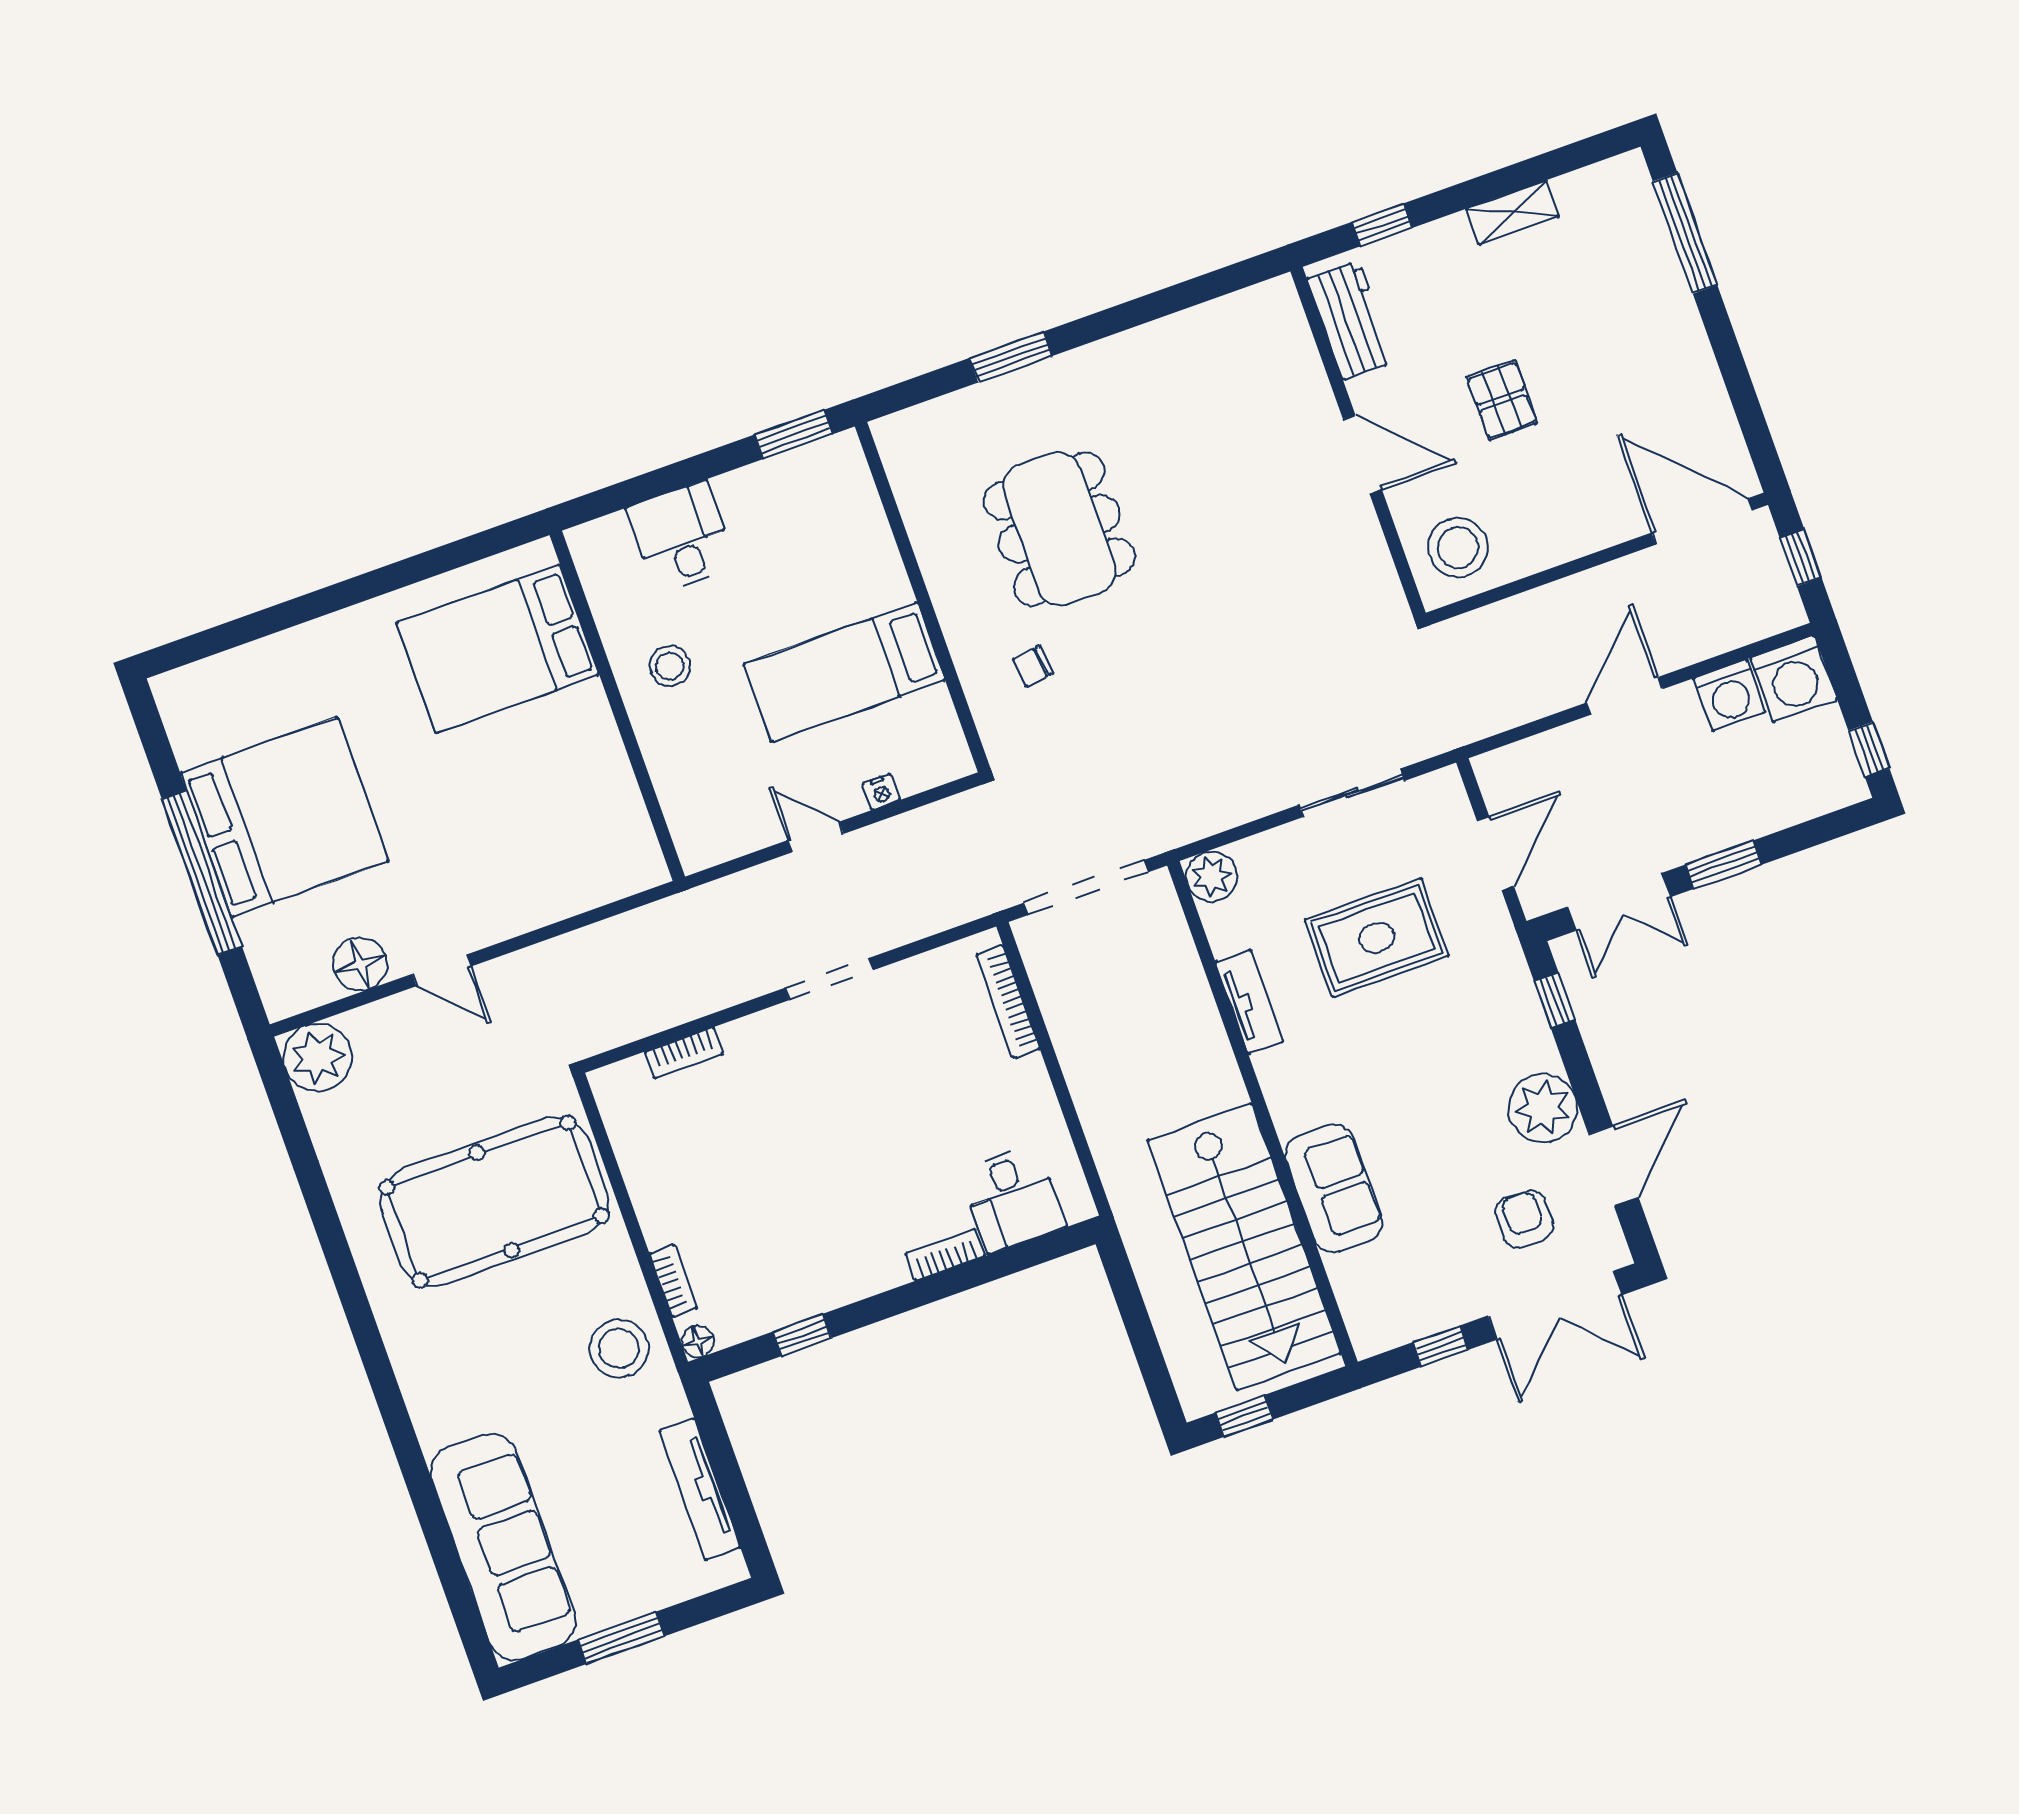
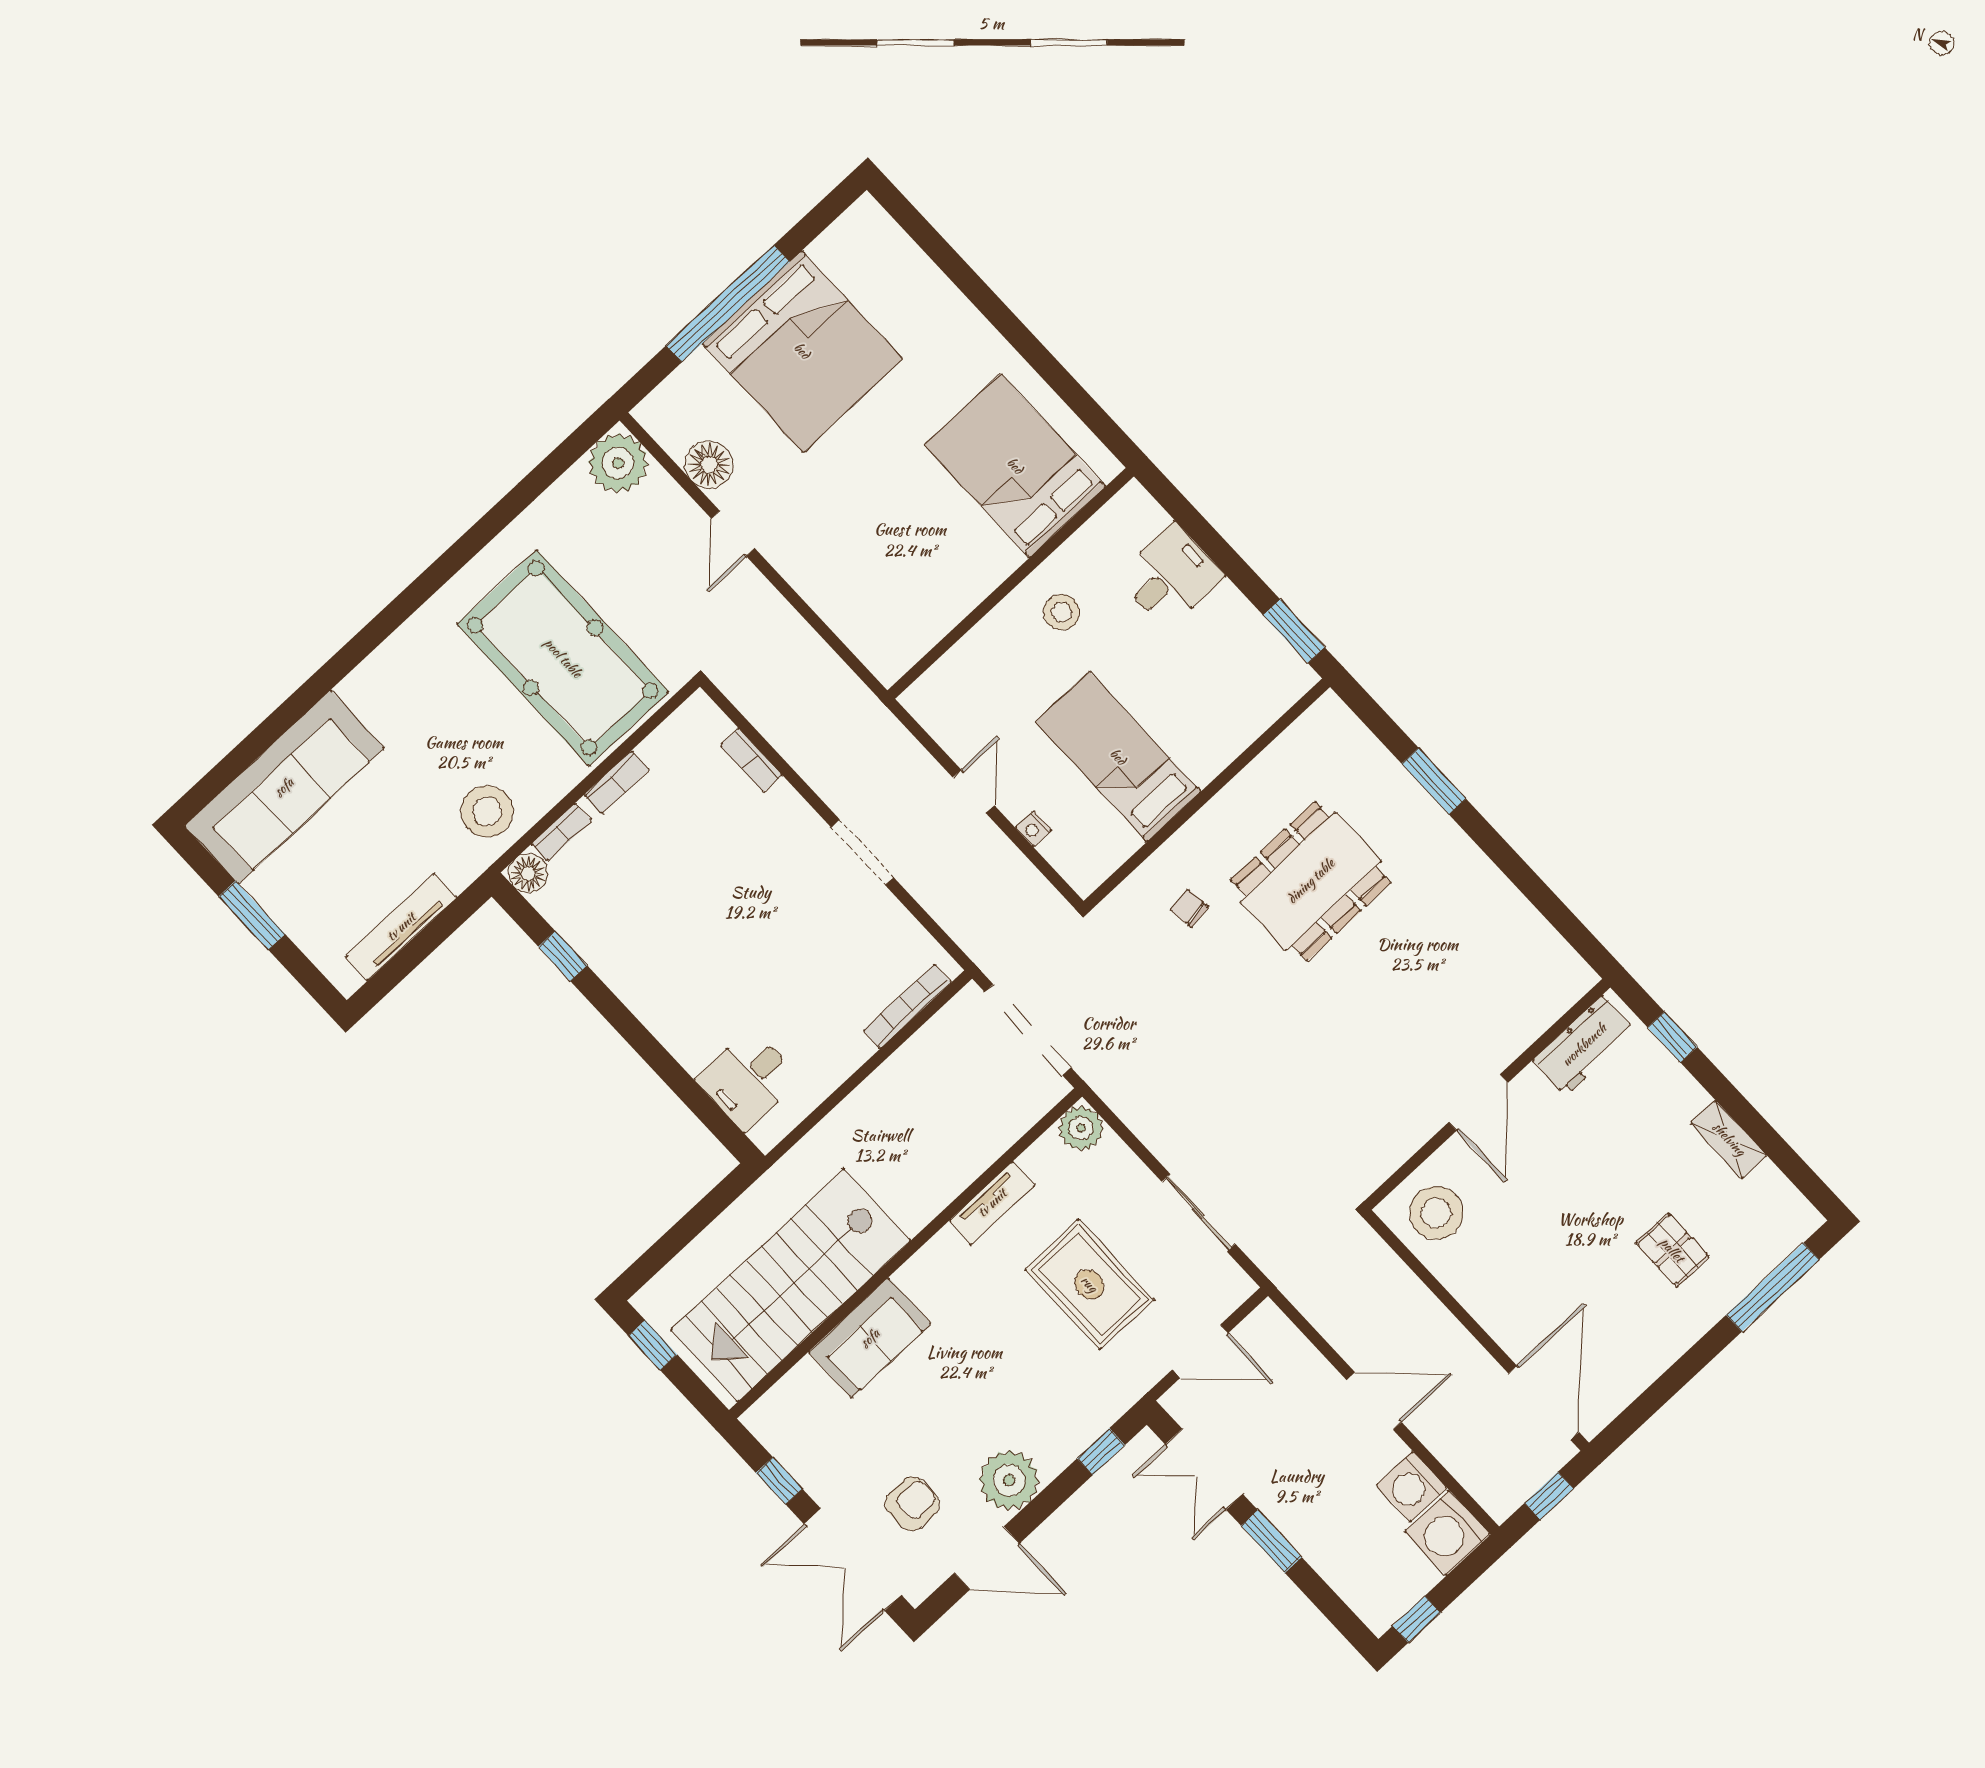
pallet: (1502, 400) -> (1672, 1250), moved, turned 90
bookcase: (945, 1254) -> (617, 782), moved, turned 90
floor lamp: (698, 1341) -> (528, 873), width x1.37, depth x1.37

